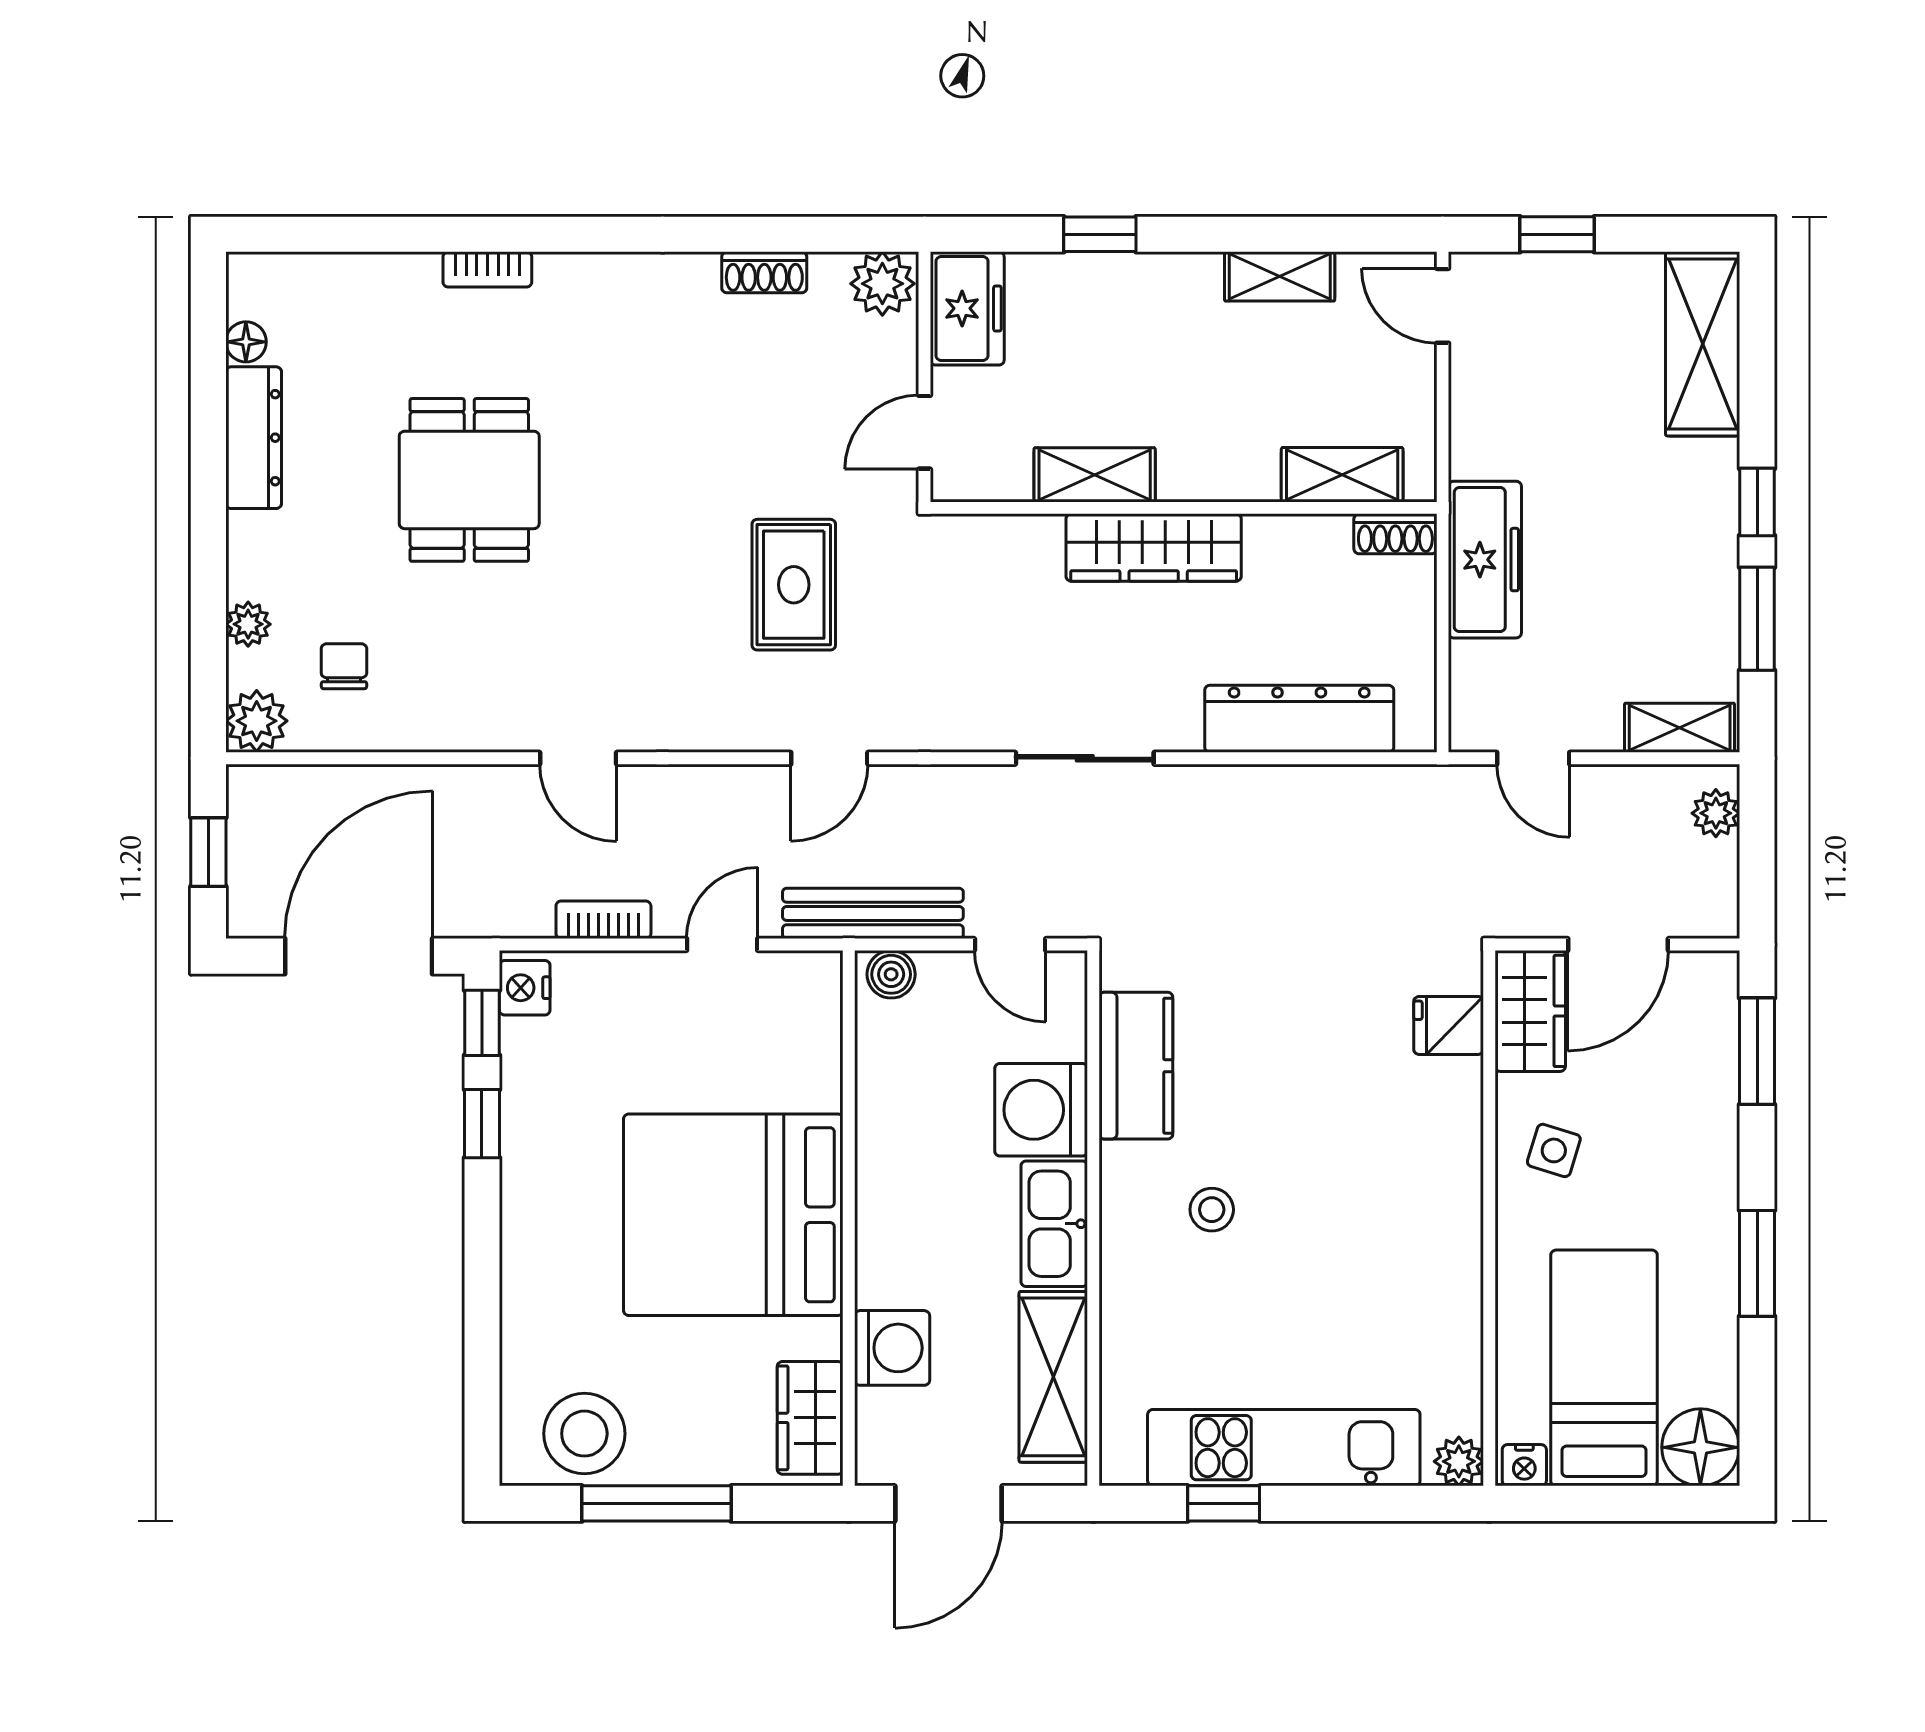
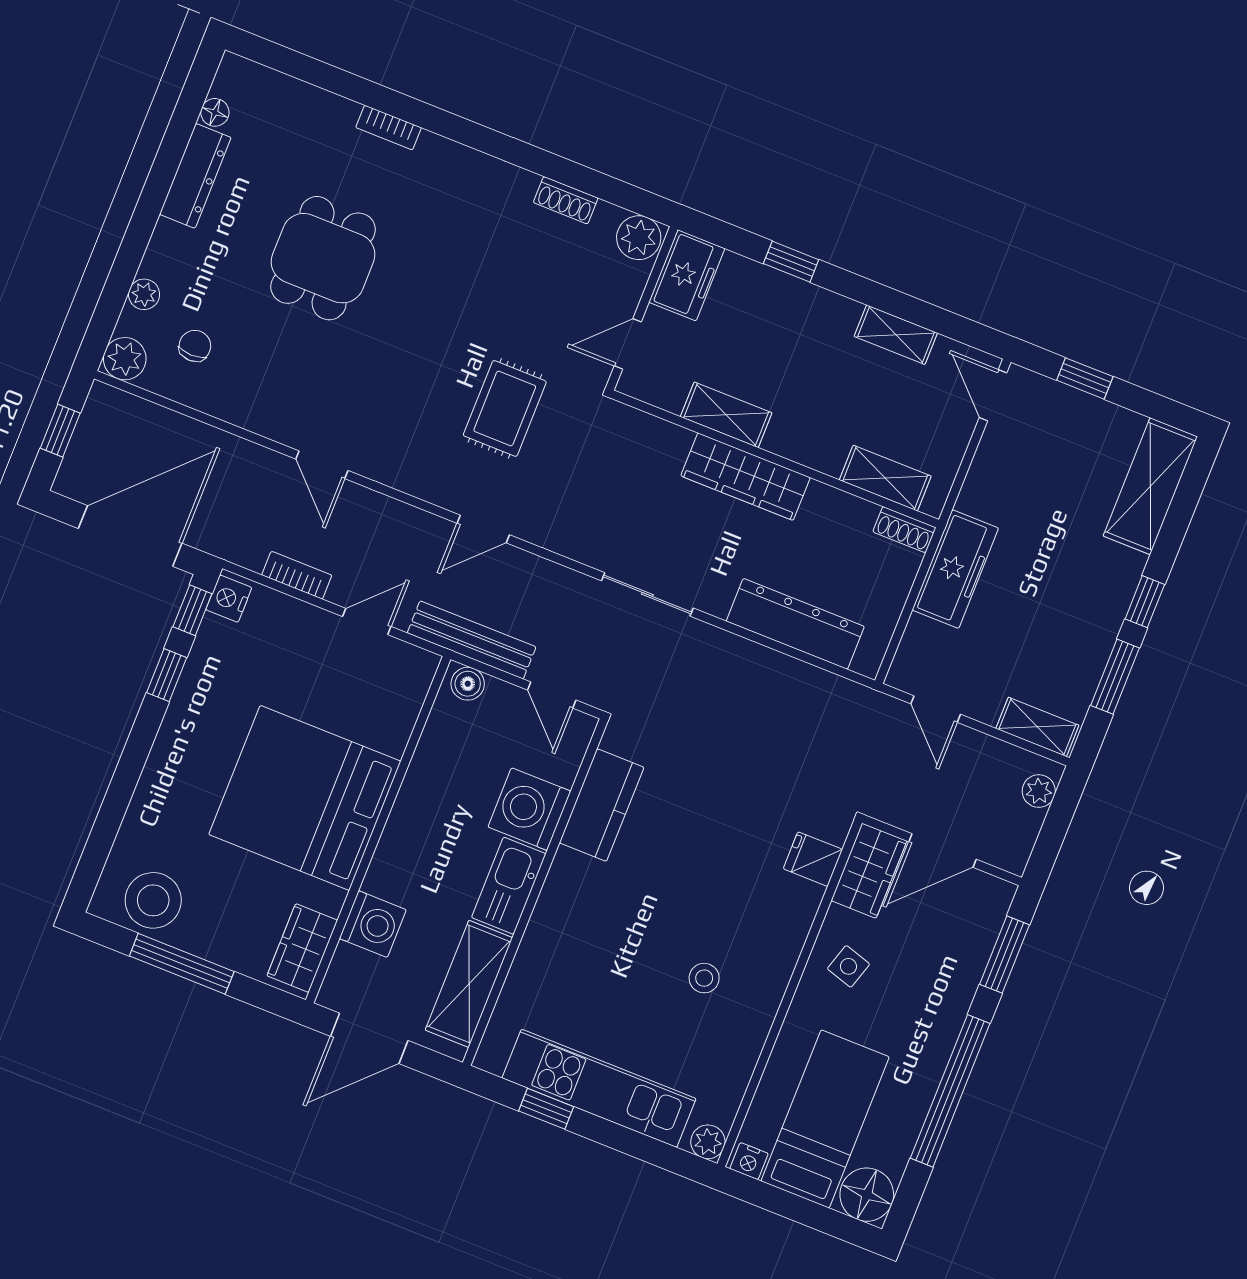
stool: (1212, 1210) -> (704, 978), moved
window: (1757, 1263) -> (950, 1091), width x2.11

